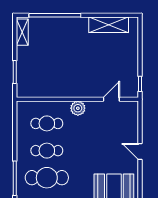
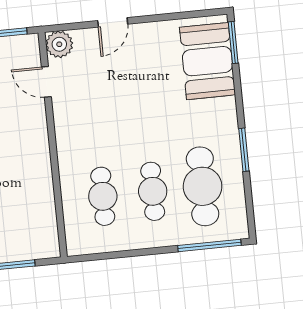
plant: (78, 108) -> (59, 44), moved
door: (140, 151) -> (113, 22), moved

